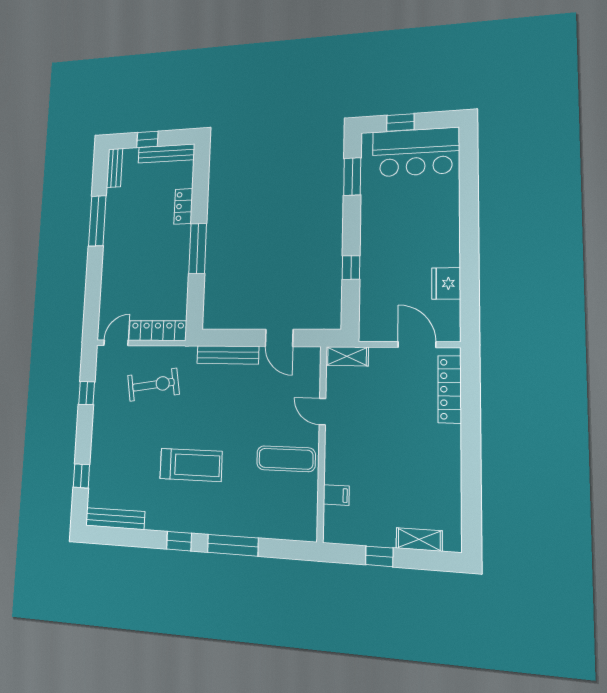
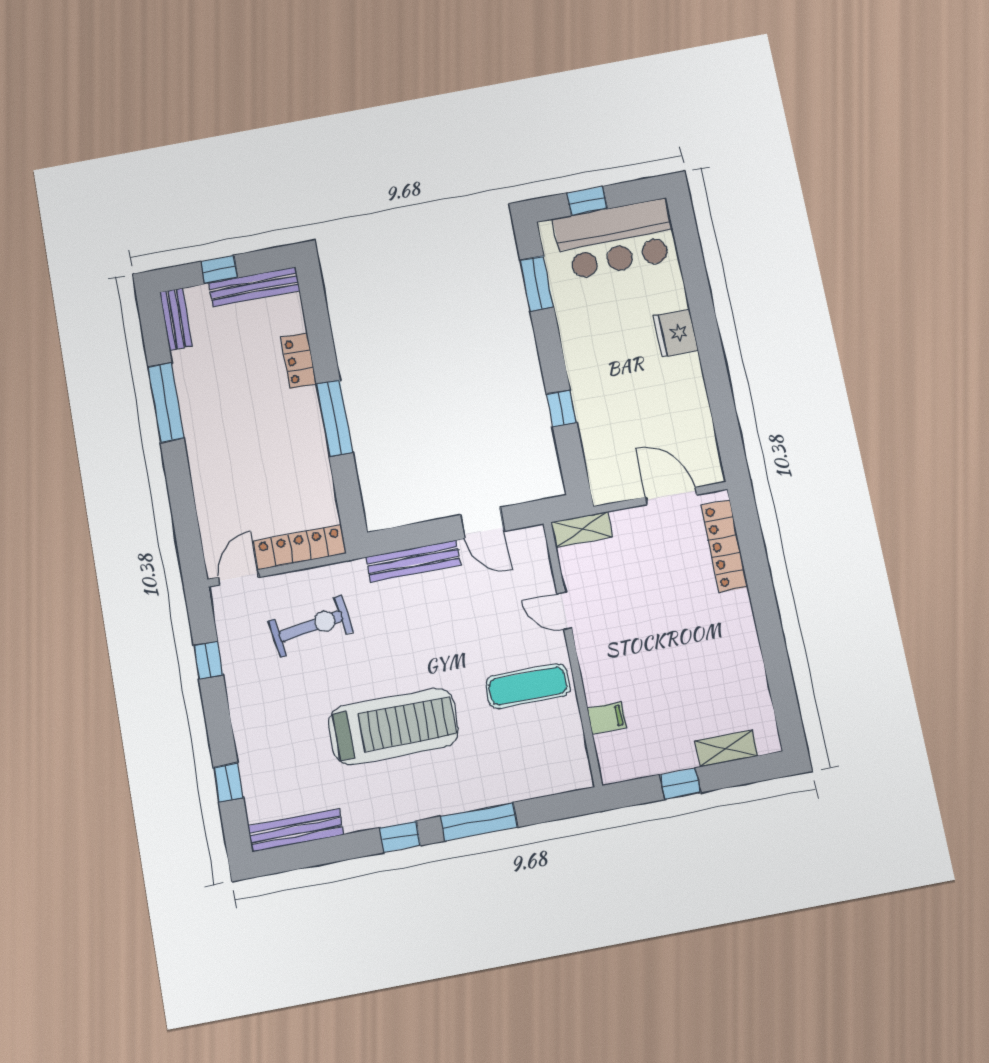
fridge: (446, 283) -> (676, 333), moved
treadmill: (191, 465) -> (394, 727), width x1.37, depth x1.38

